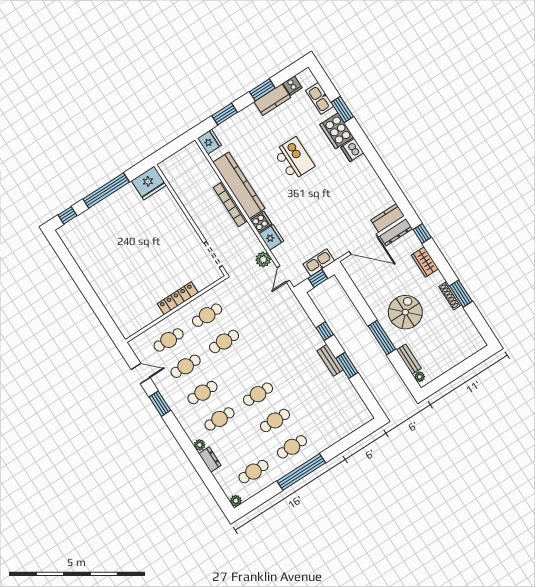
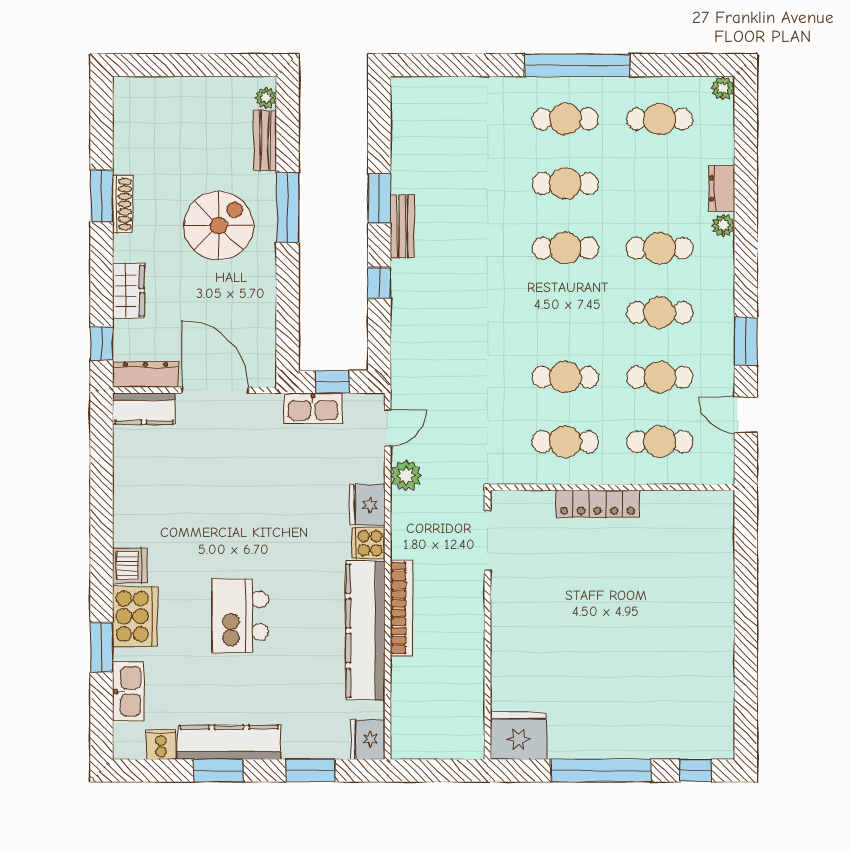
kitchen counter: (272, 100) -> (229, 742), width x1.50
spiral stairs: (405, 312) -> (219, 226), turned 180

